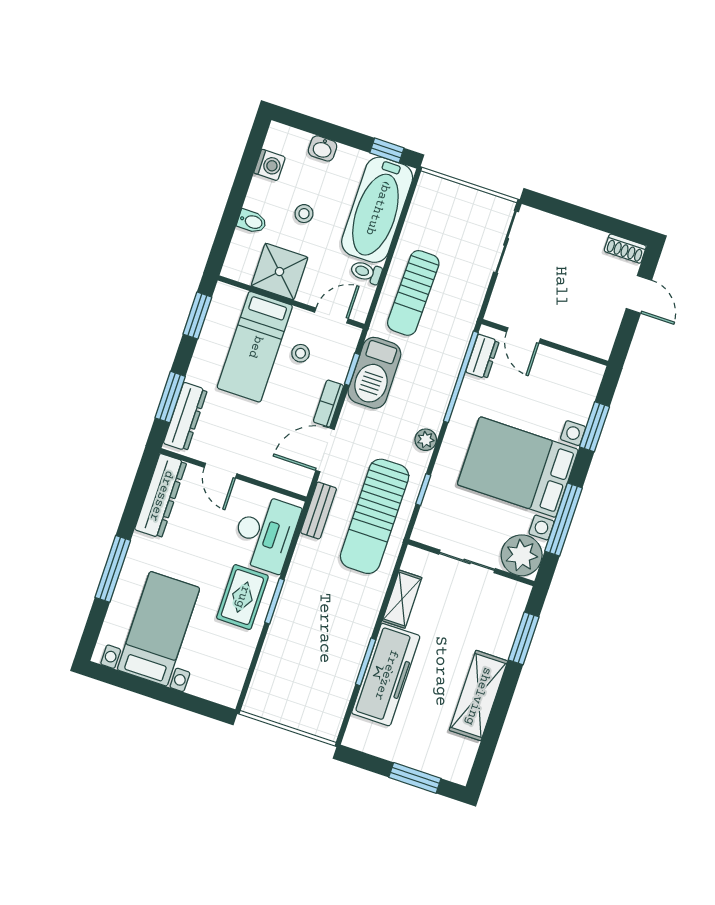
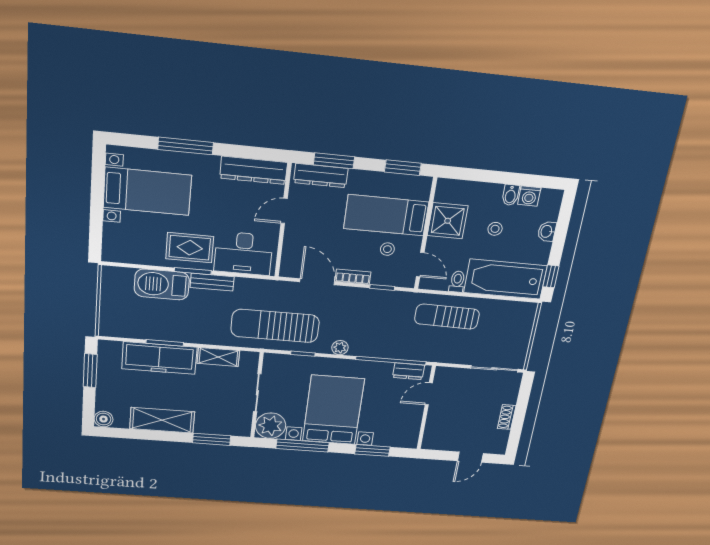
bidet: (252, 221) -> (511, 195), moved
shoe rack: (625, 249) -> (507, 417), moved
barbecue: (374, 373) -> (162, 284), moved
bench: (319, 510) -> (212, 282), moved
boiler: (458, 771) -> (104, 419), added
window: (415, 778) -> (90, 371), moved

